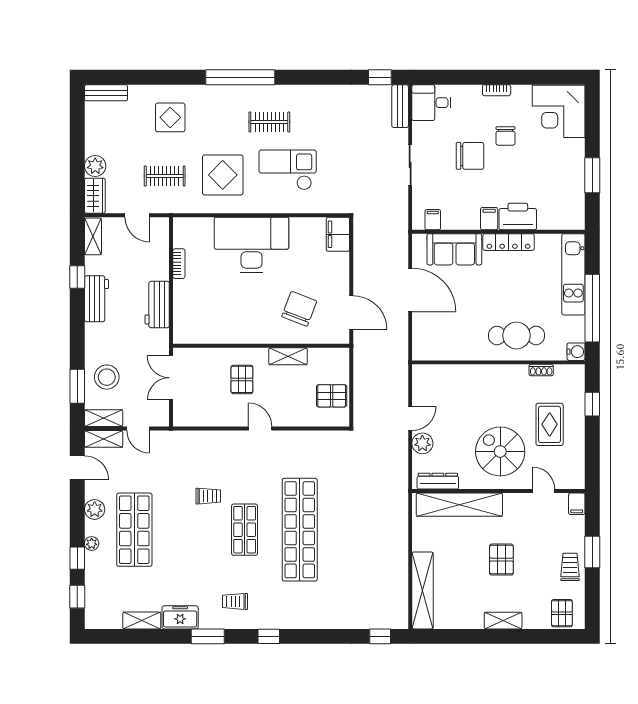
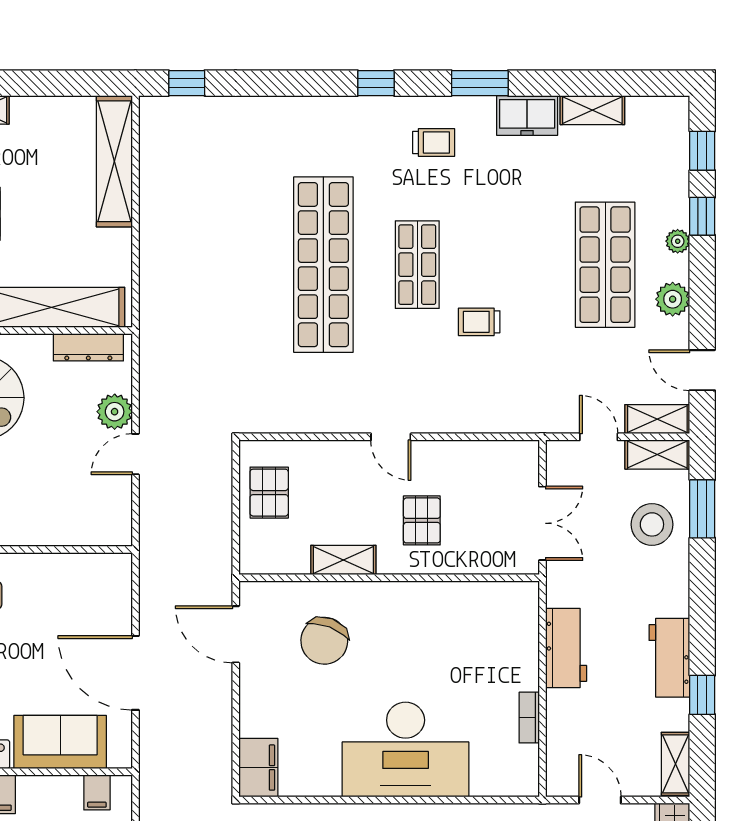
pallet: (332, 396) -> (269, 493), turned 90

